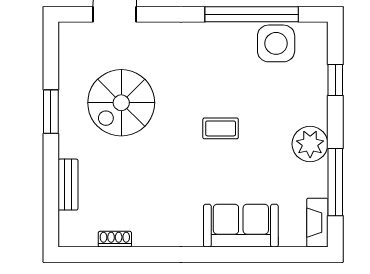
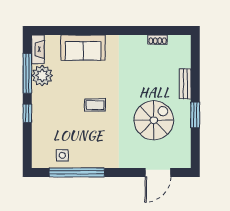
side table: (276, 43) -> (62, 155), width x0.54, depth x0.54
window: (335, 80) -> (27, 113), moved
plant: (310, 144) -> (42, 76), moved
bench: (68, 185) -> (185, 84), moved

